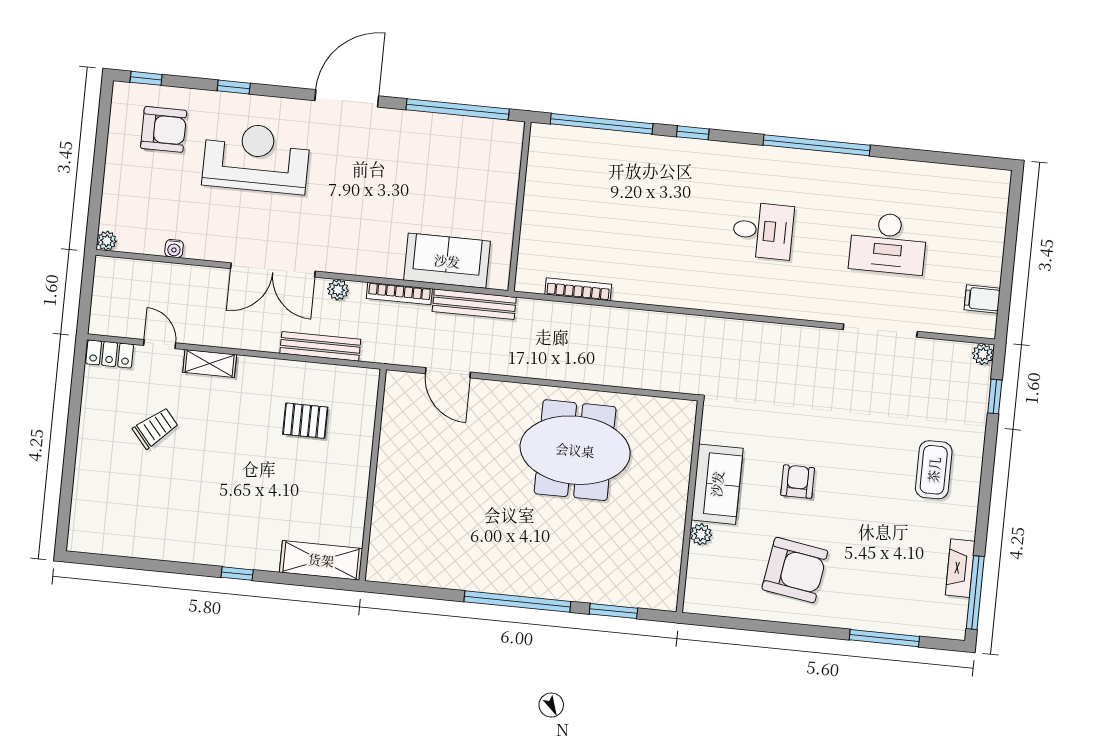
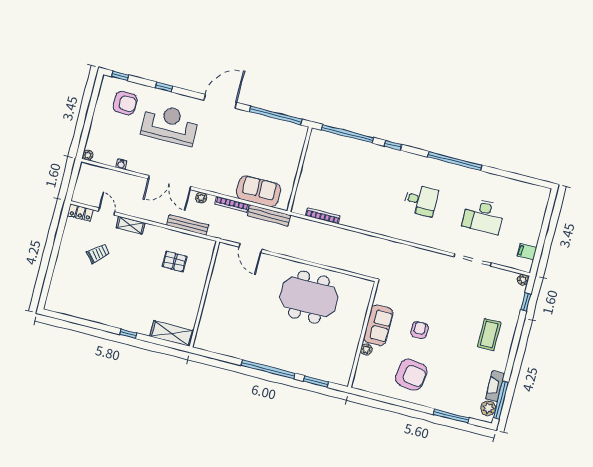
plant: (953, 612) -> (488, 408), added

